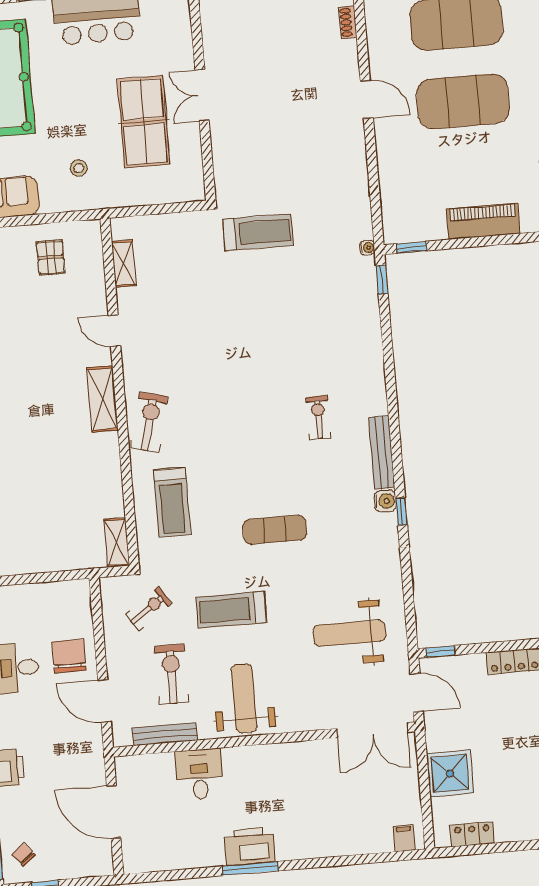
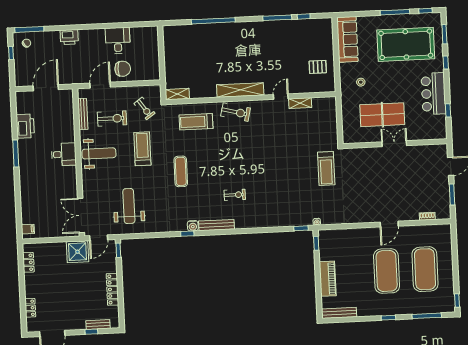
shelving: (124, 264) -> (300, 103), moved
shelving: (102, 399) -> (240, 90), width x1.47
shower: (450, 773) -> (77, 252), moved
desk: (199, 774) -> (64, 154), moved
printer: (250, 846) -> (25, 126), moved

